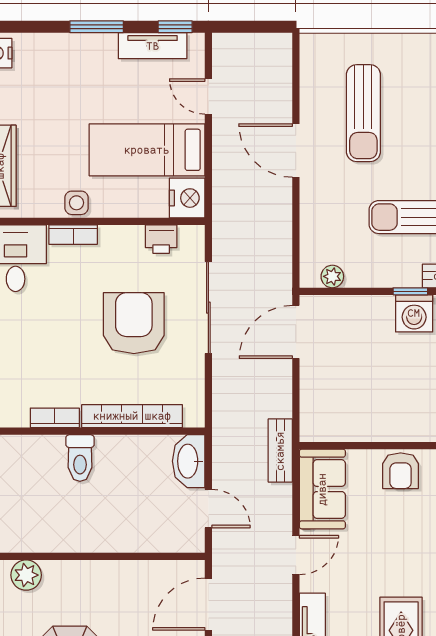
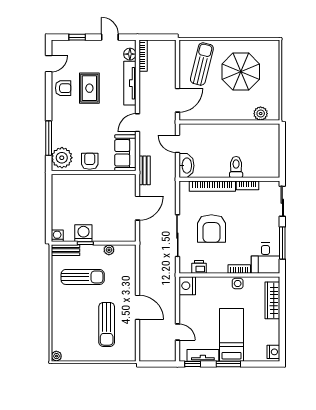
sun lounger: (363, 113) -> (107, 324), turned 180
bed: (147, 150) -> (232, 335), moved, turned -90
plant: (332, 276) -> (109, 250), moved
door: (296, 332) -> (138, 208), moved

